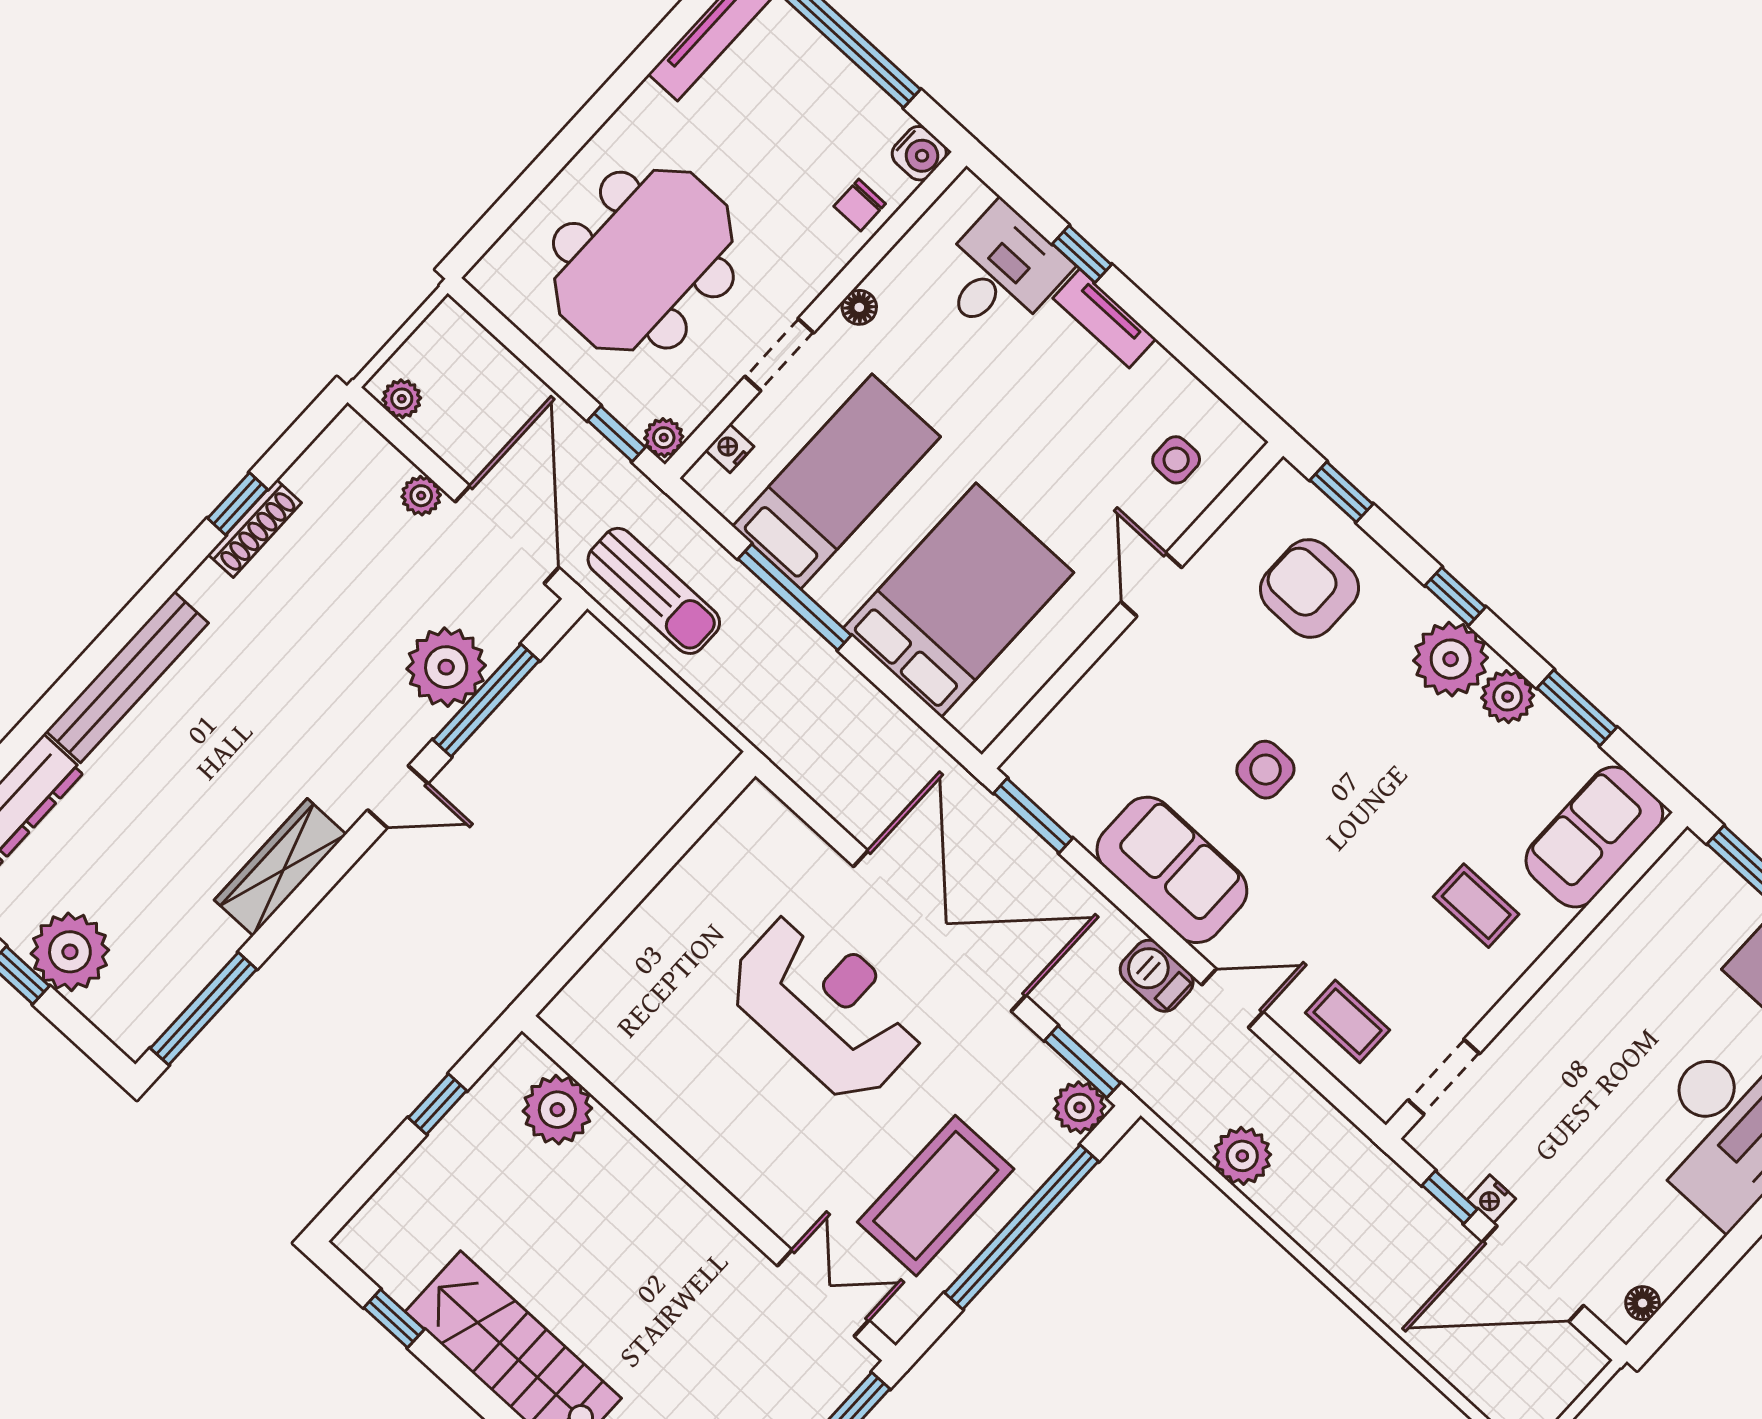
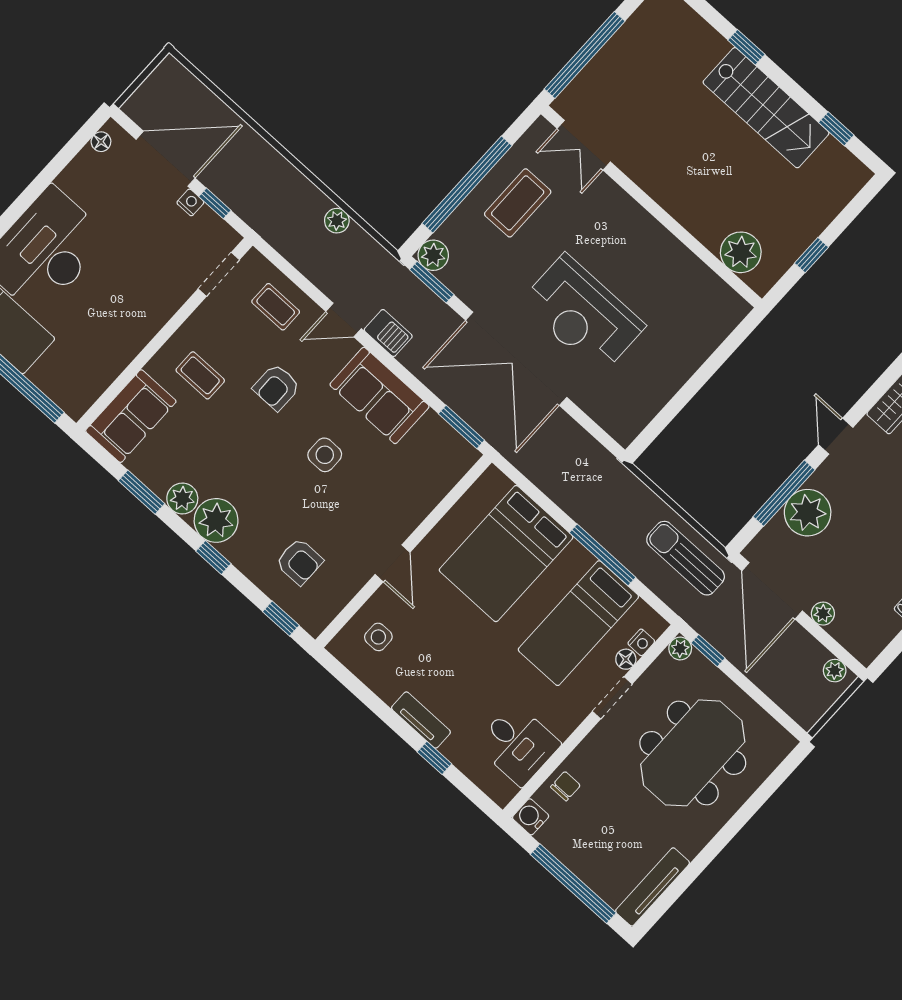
desk: (1001, 272) -> (518, 744), moved, turned -90
floor lamp: (859, 307) -> (626, 659), moved
armchair: (1310, 588) -> (299, 562), width x0.72, depth x0.72
door: (398, 797) -> (836, 436), hinge flipped
armchair: (1347, 885) -> (277, 387), added
plant: (1242, 1156) -> (337, 221), width x0.73, depth x0.73
coffee table: (936, 1196) -> (518, 203), width x0.73, depth x0.76

